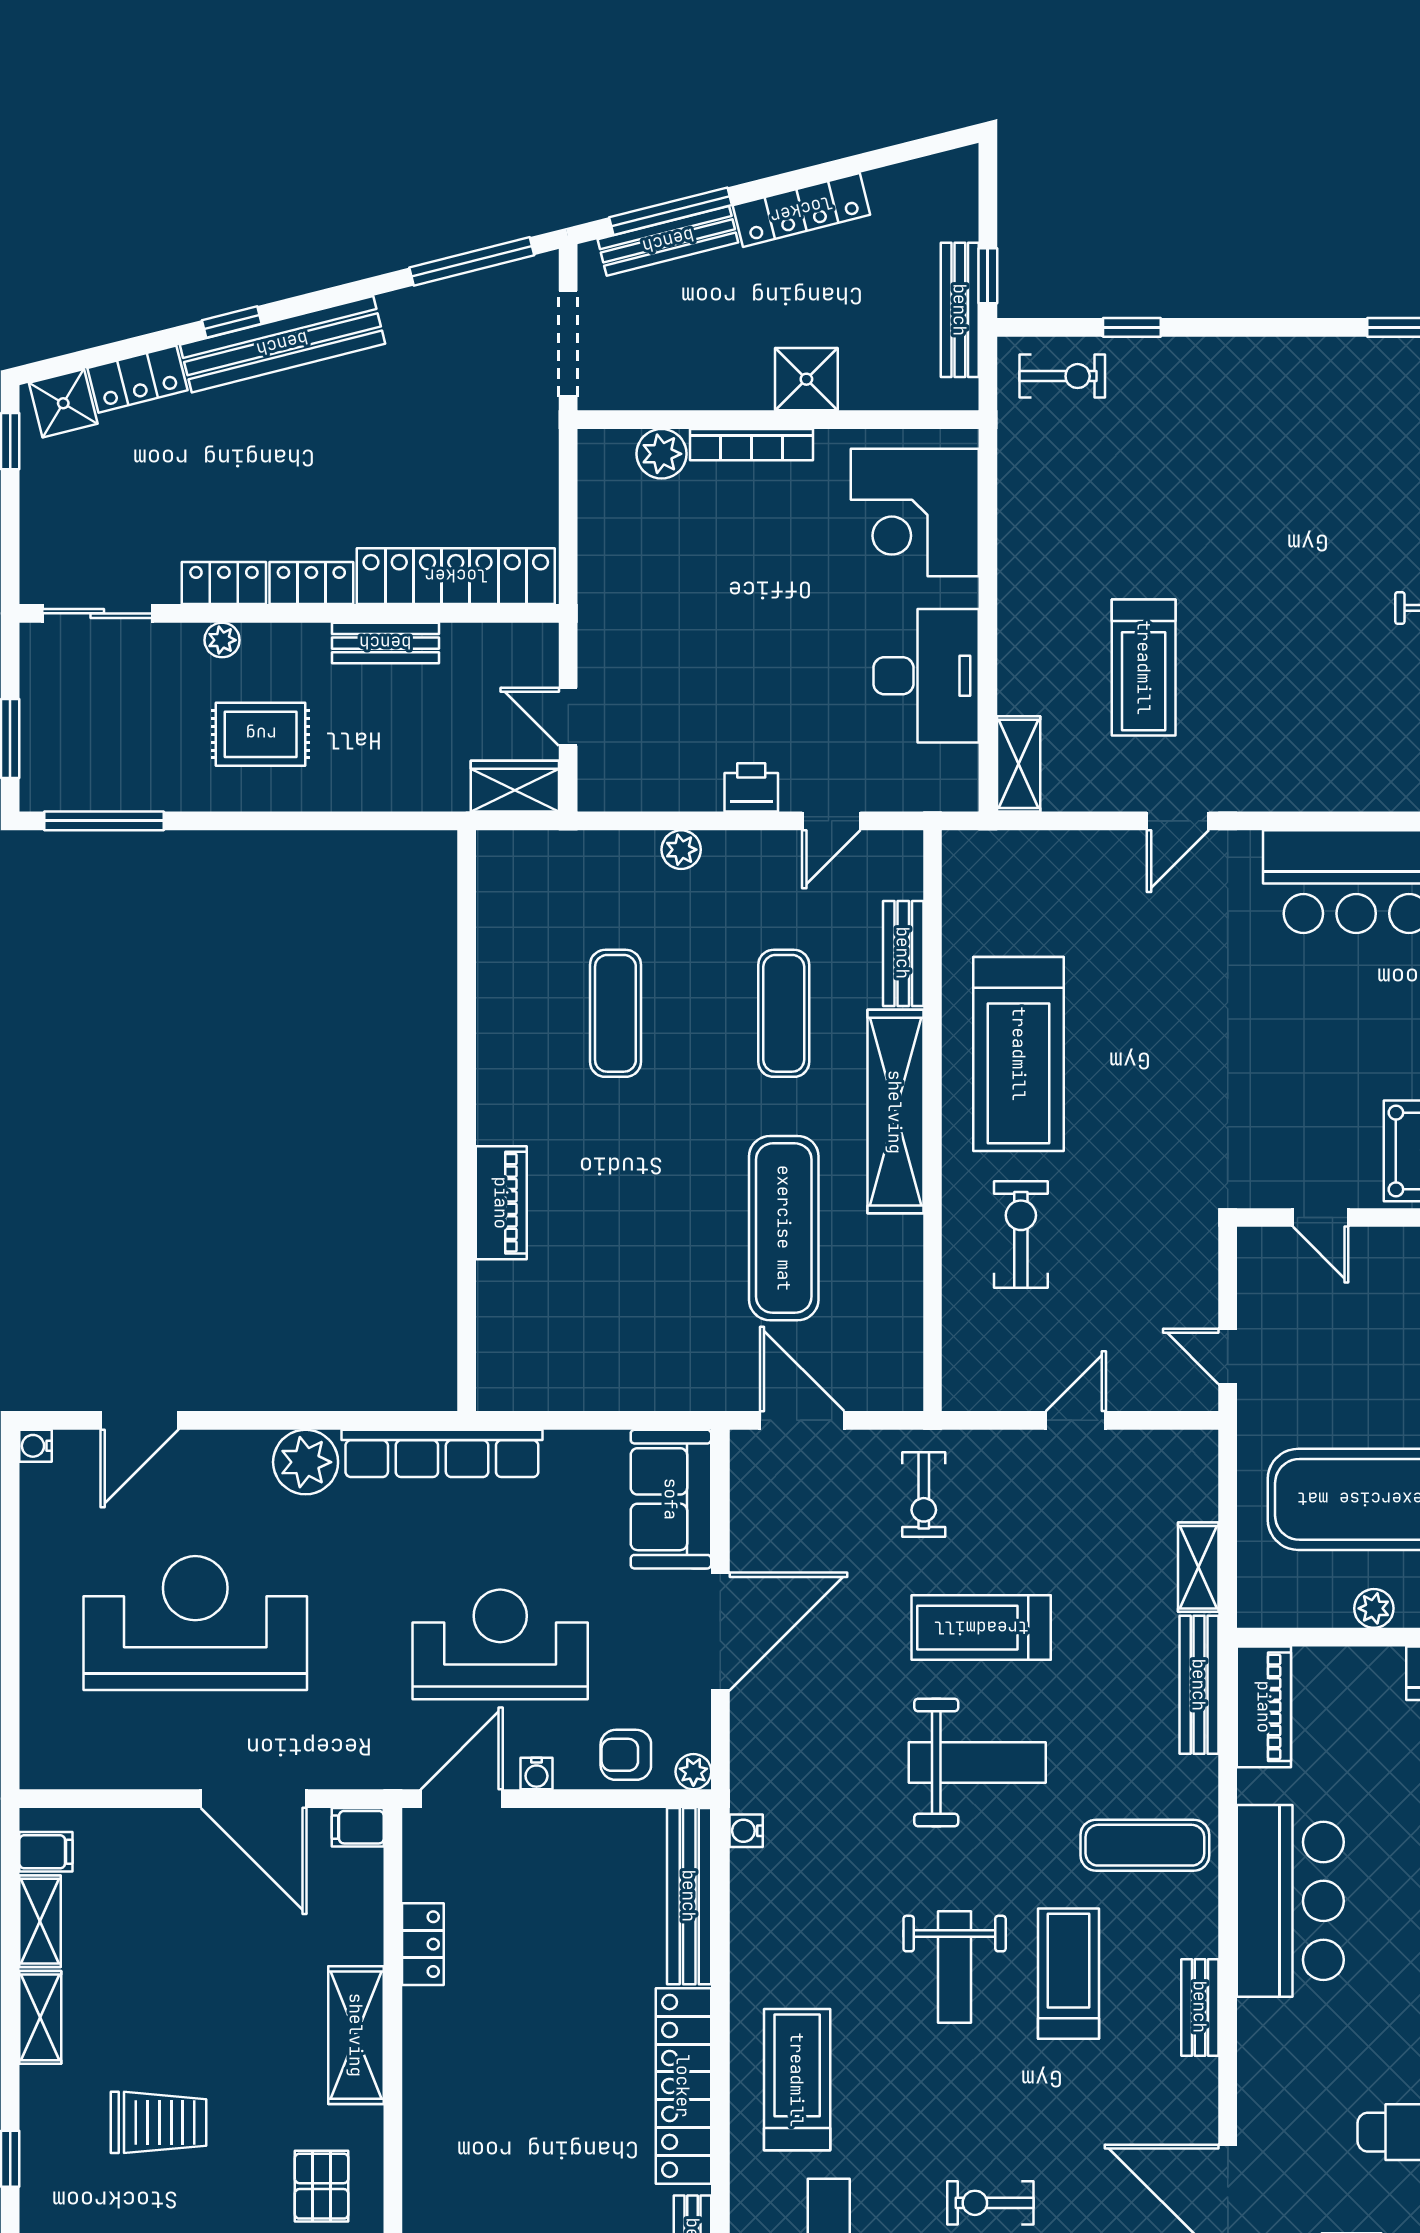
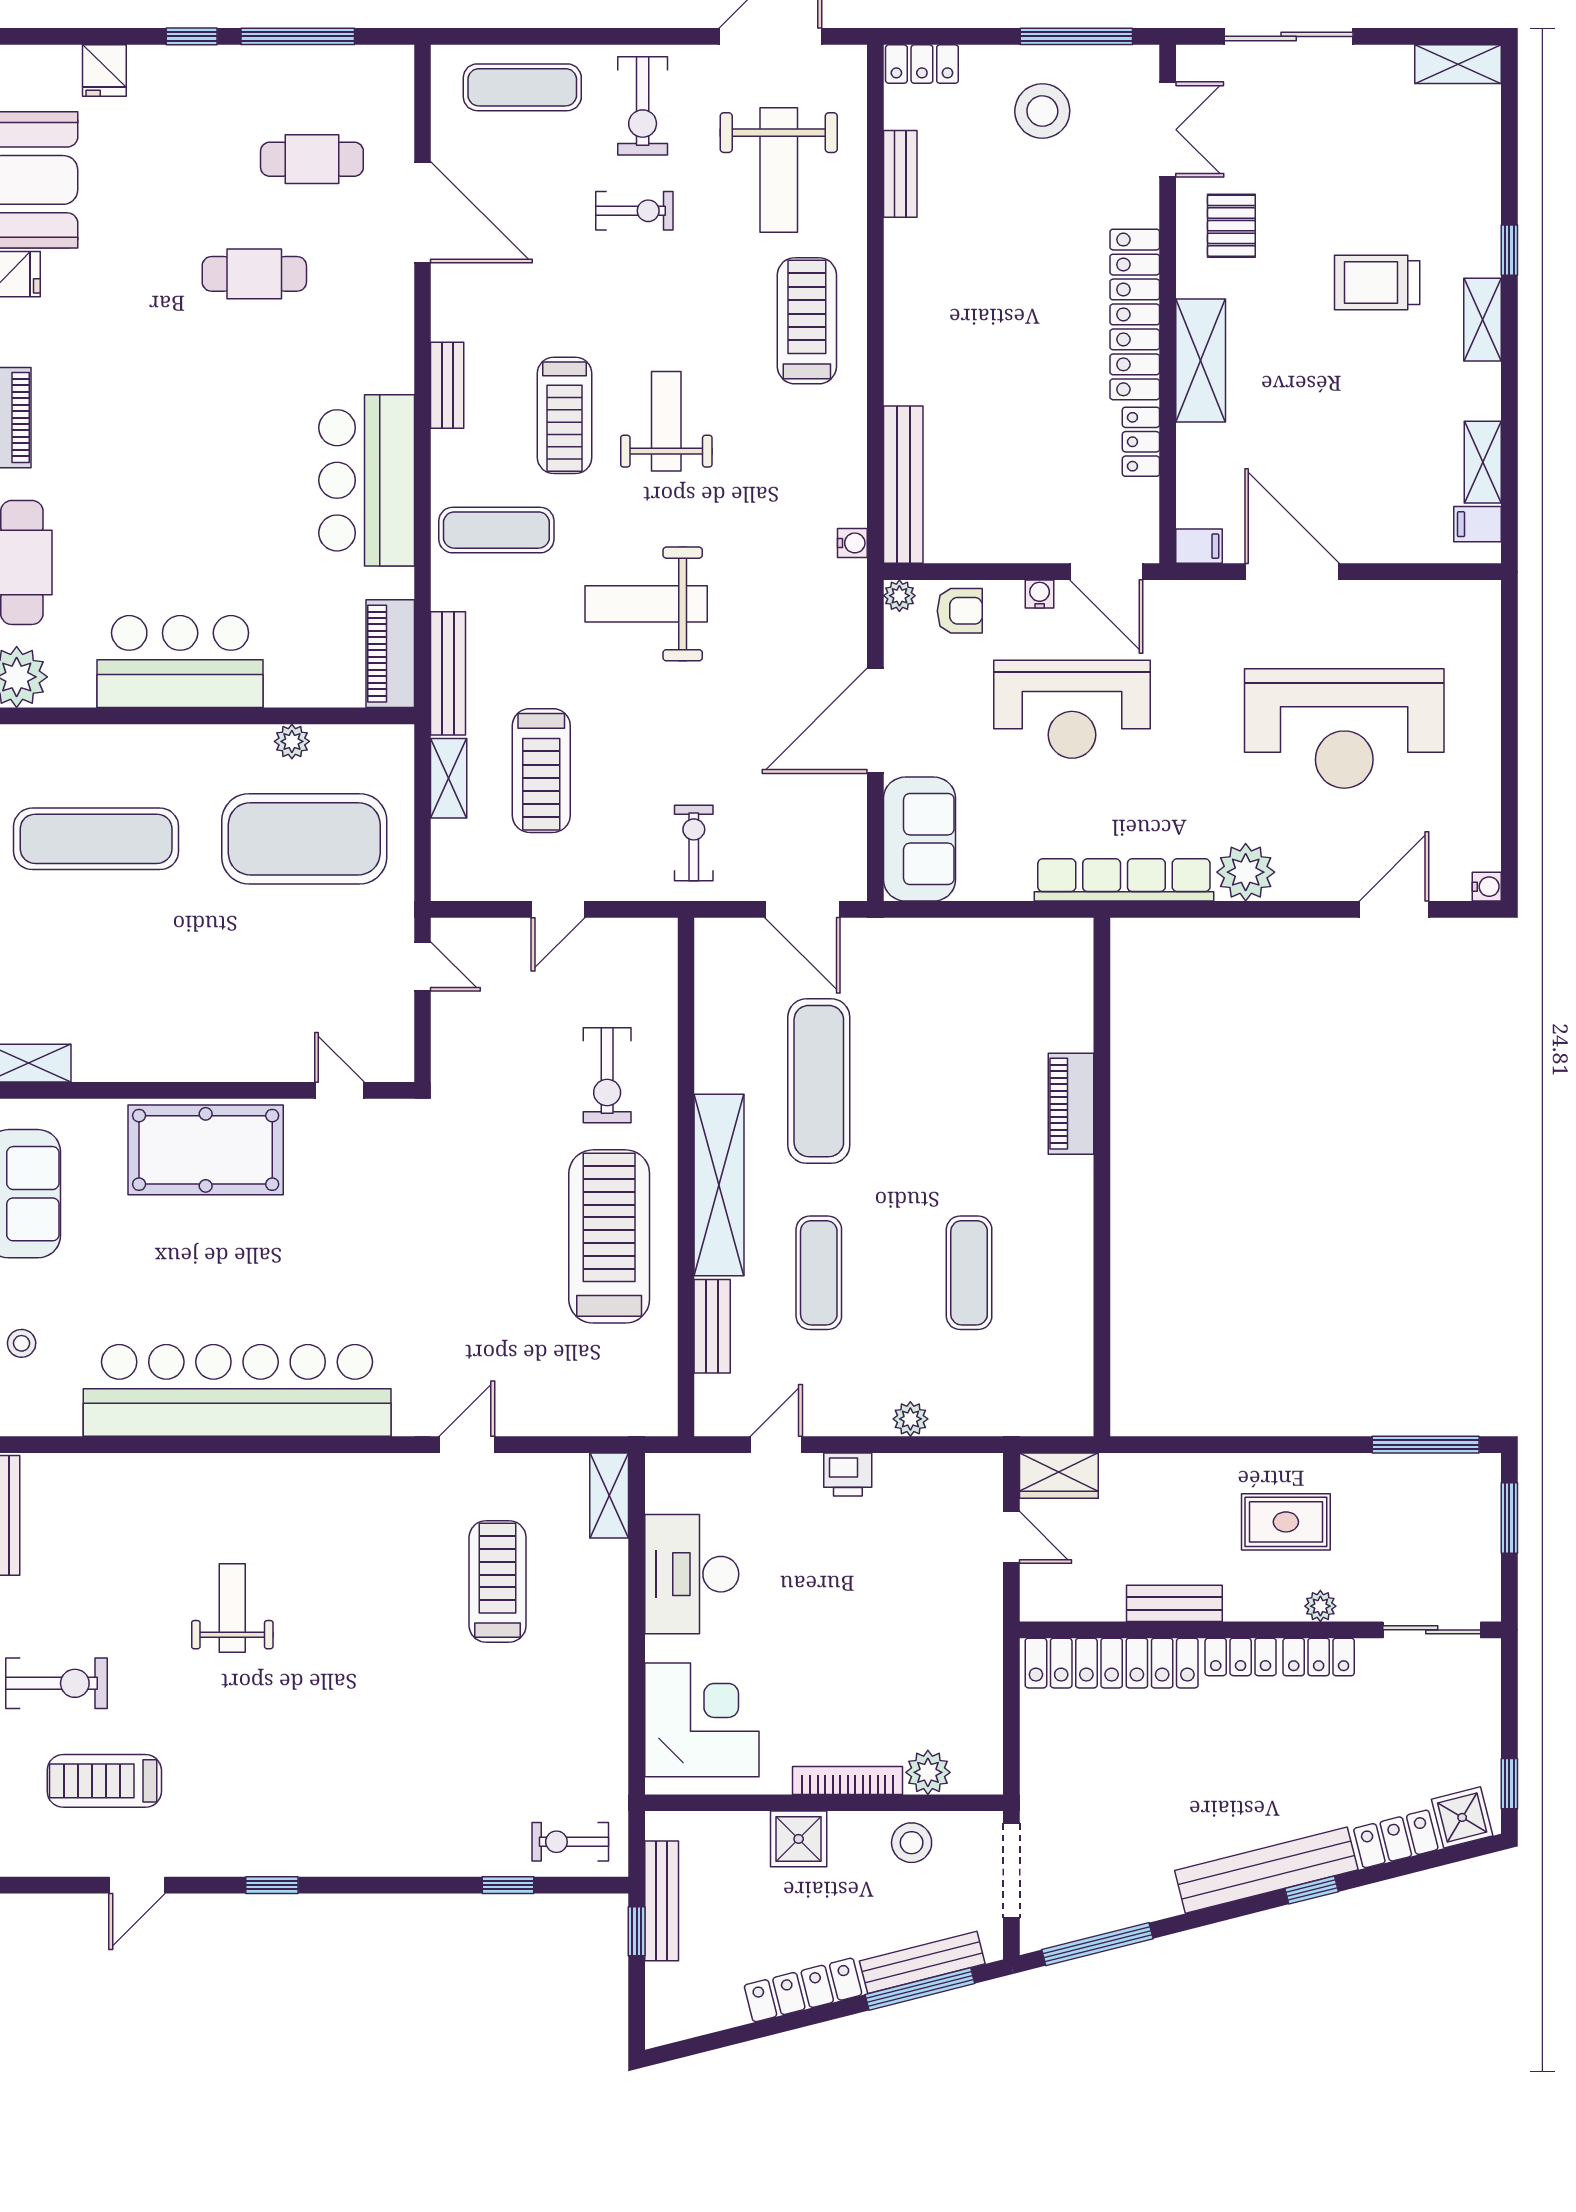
stool: (680, 375) -> (912, 1843), added
treadmill: (981, 1628) -> (541, 771), moved, turned 90
door: (462, 1799) -> (1106, 572), hinge flipped
shelving: (40, 2017) -> (1483, 320), moved
treadmill: (797, 2080) -> (807, 321), turned 180
locker: (683, 2086) -> (1135, 314), moved, turned 180

